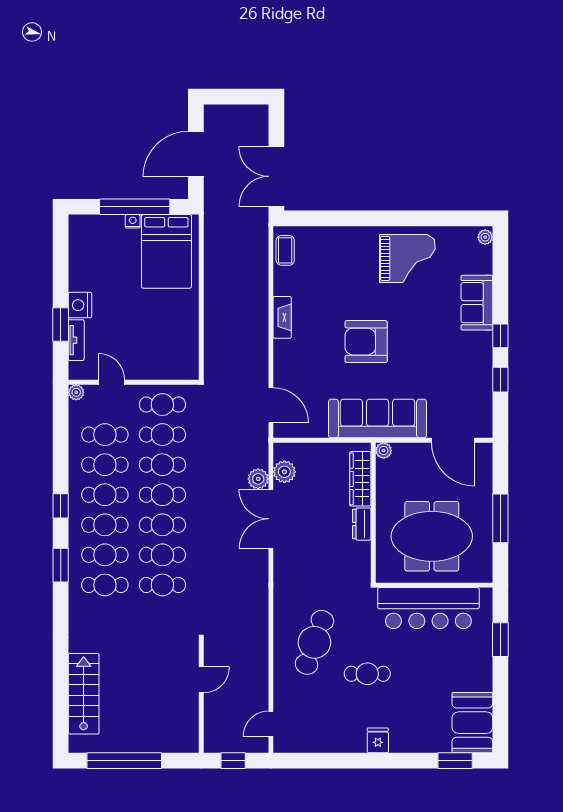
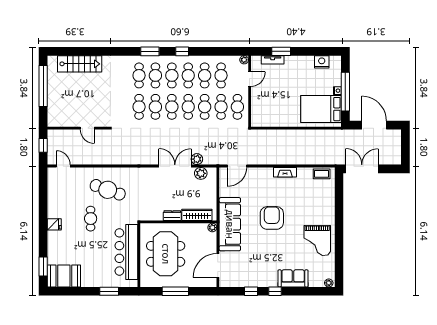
nightstand: (80, 305) -> (322, 62), moved

